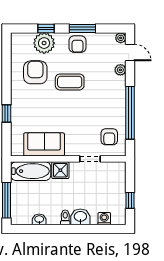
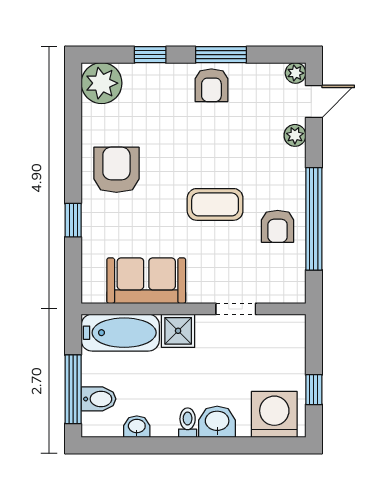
plant: (44, 43) -> (102, 83), moved
door: (130, 52) -> (314, 102), hinge flipped
armchair: (35, 72) -> (116, 170), moved
coffee table: (70, 82) -> (215, 204), moved
armchair: (109, 137) -> (278, 226), moved
bidet: (20, 205) -> (98, 399), added
washing machine: (104, 219) -> (274, 414), width x1.89, depth x1.89

